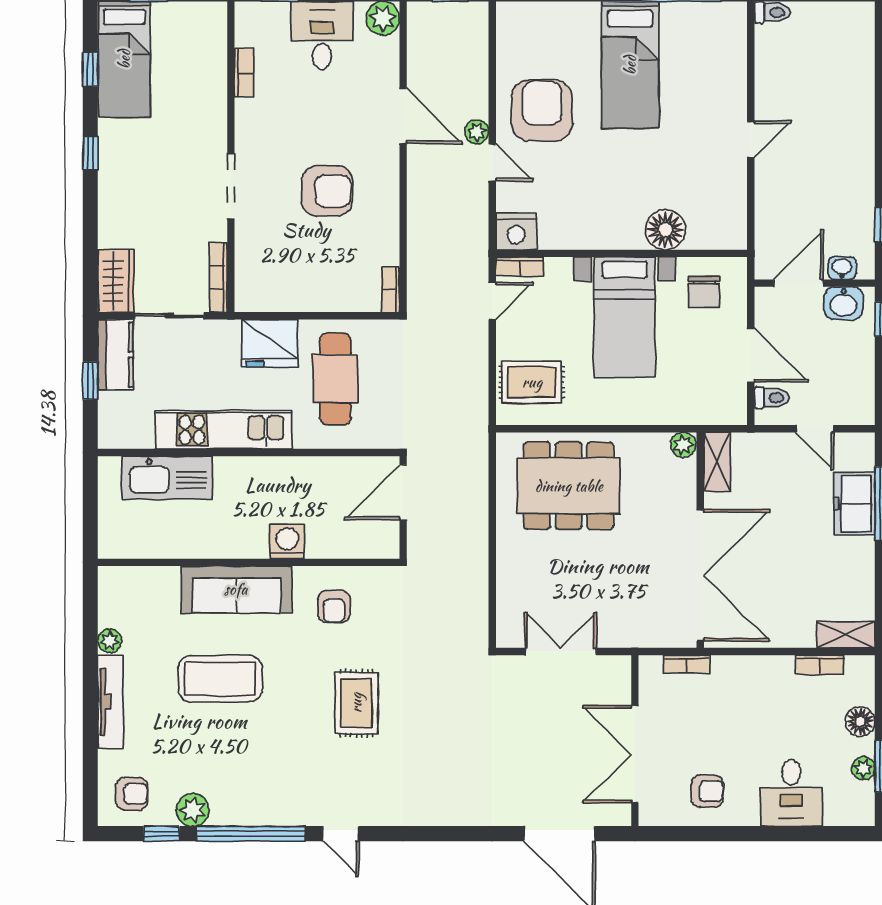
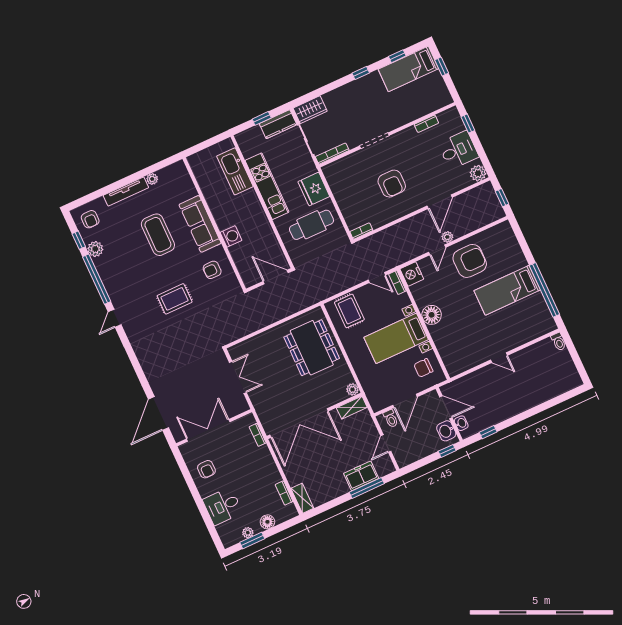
floor lamp: (665, 230) -> (432, 315), moved

